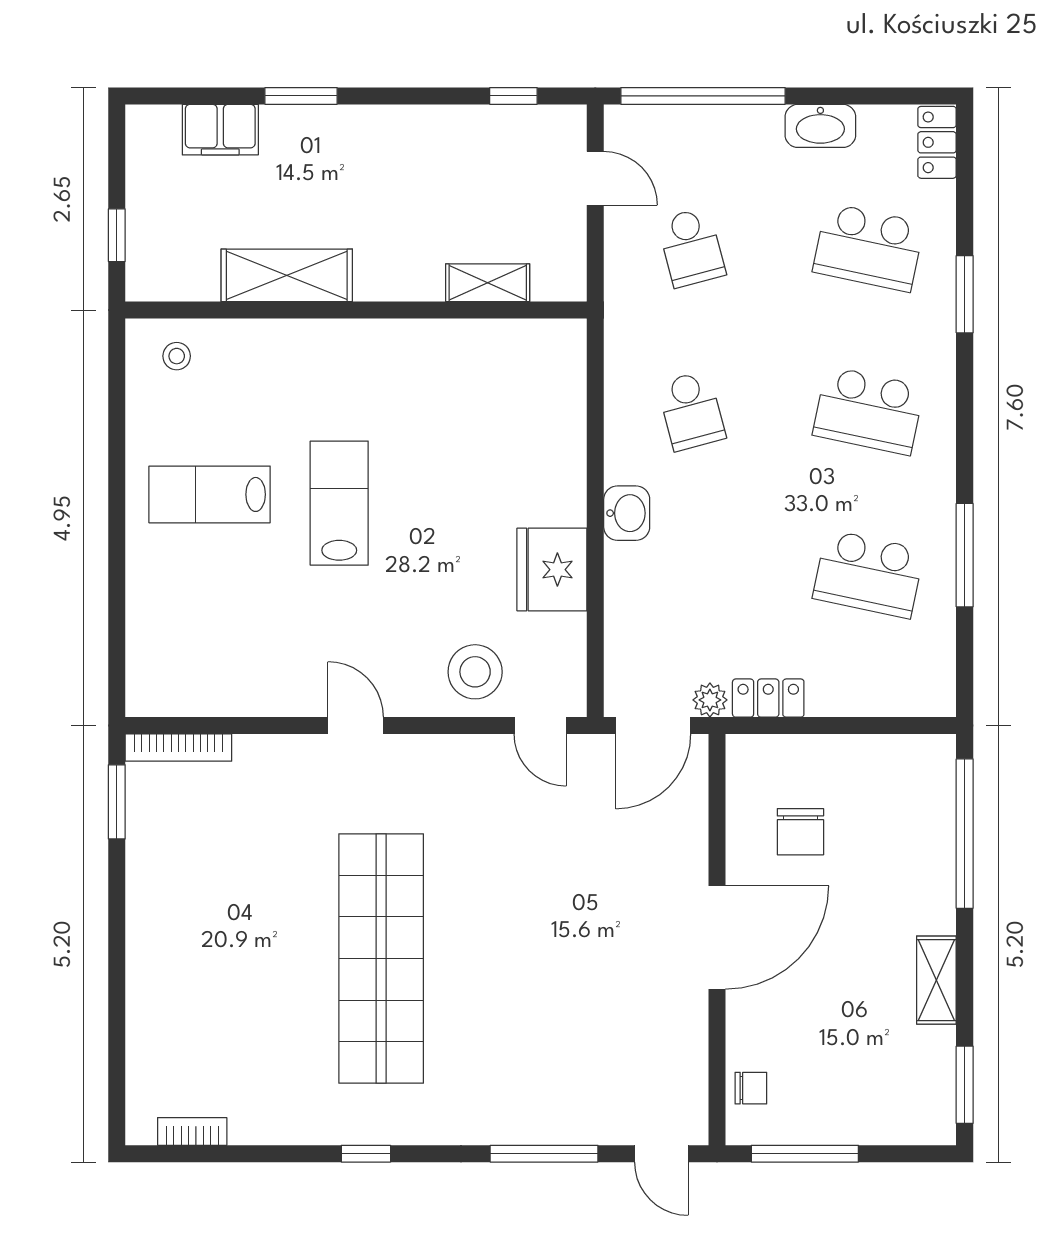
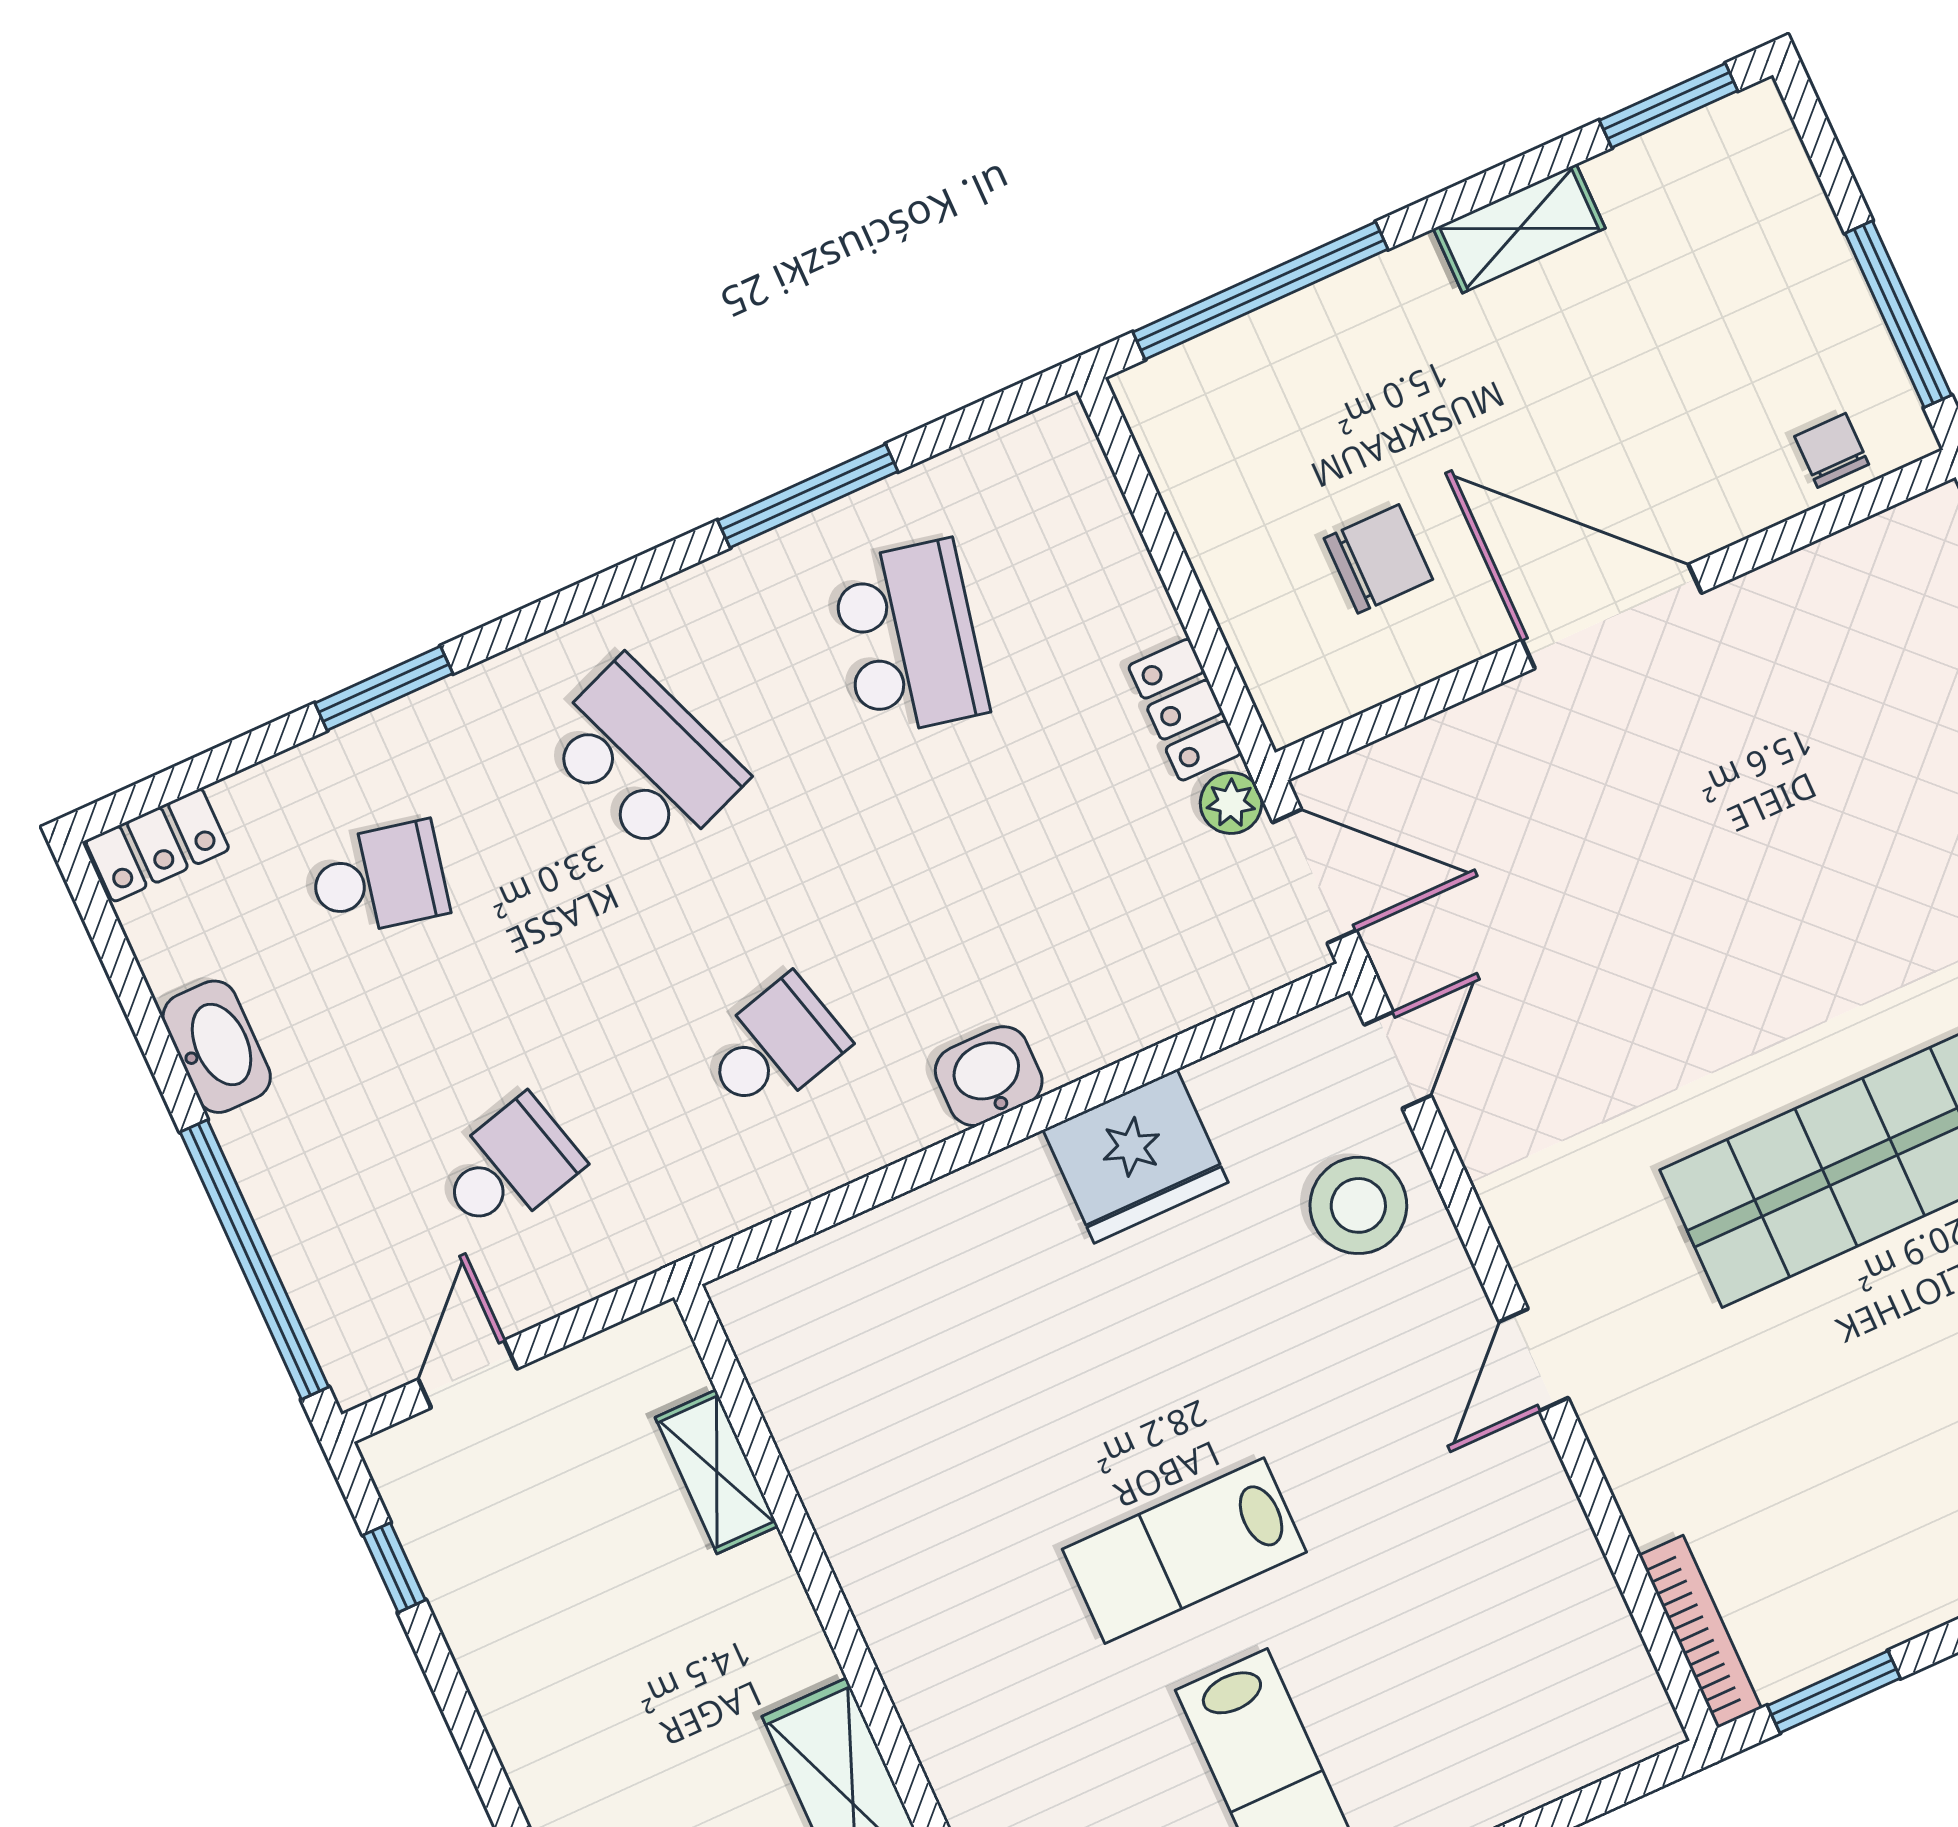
school desk: (869, 247) -> (379, 879), width x0.54
school desk: (869, 411) -> (644, 759), turned -33

